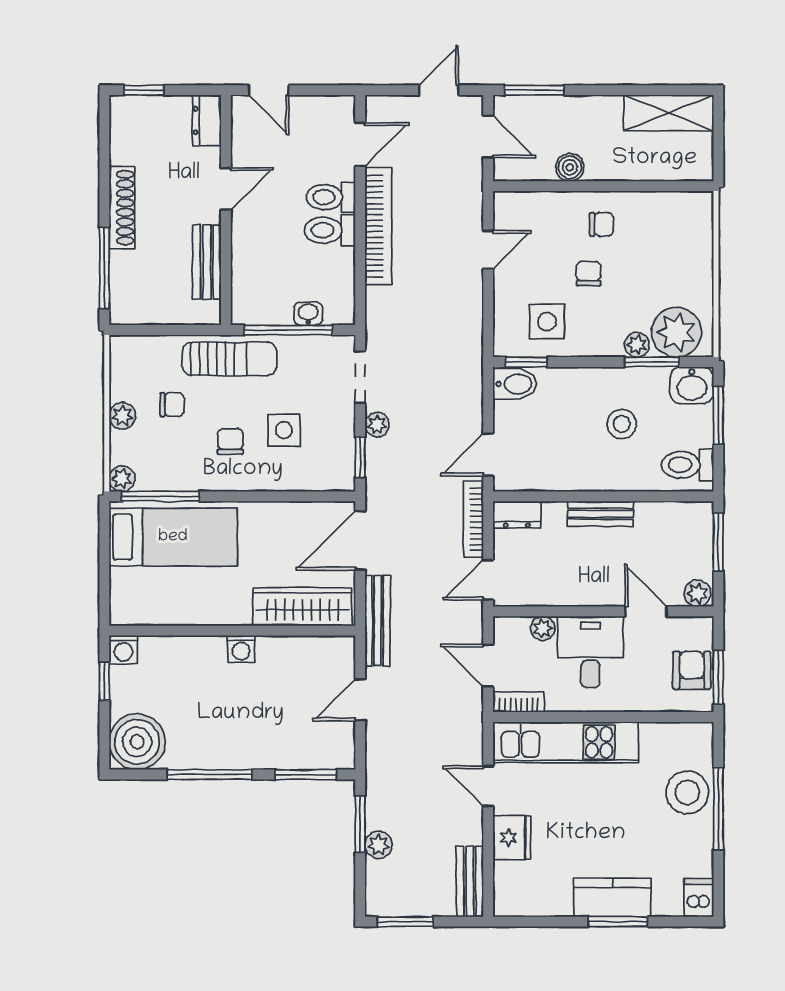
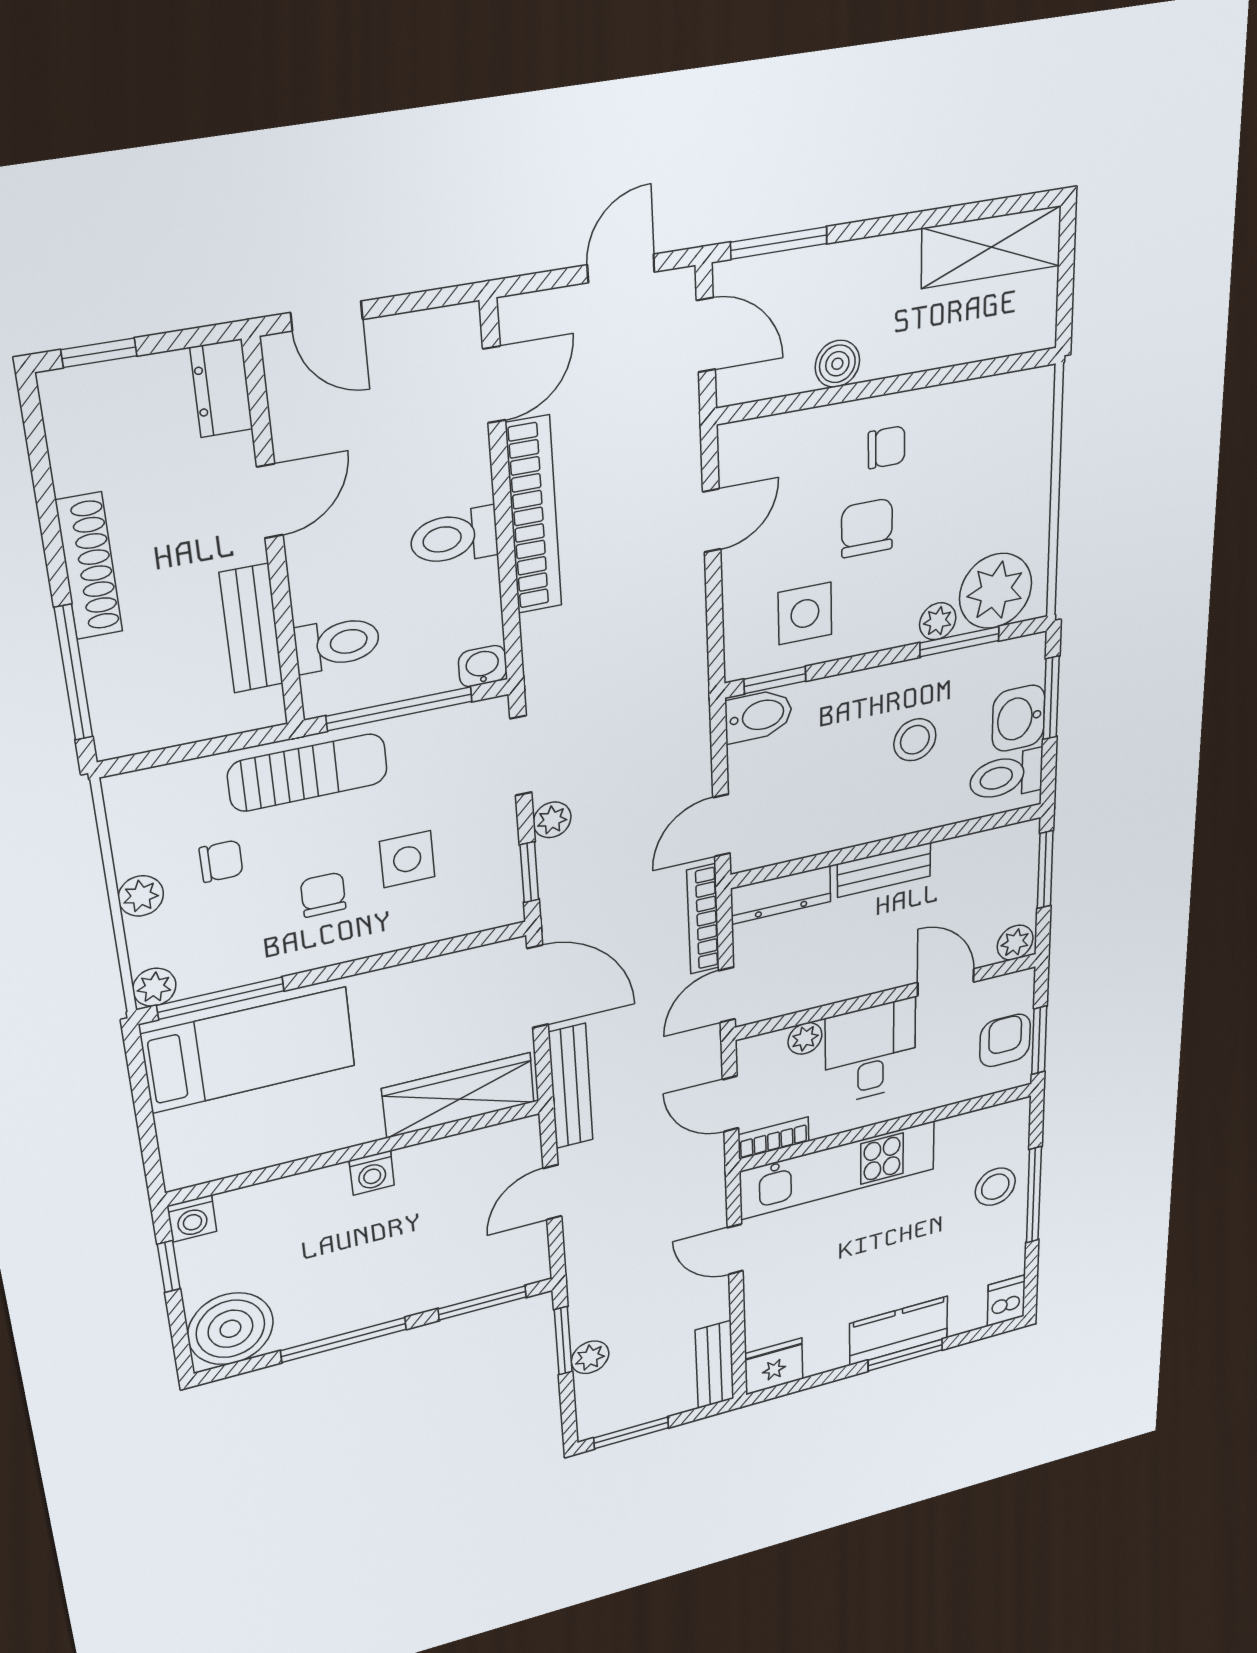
toilet: (331, 197) -> (337, 644), moved, turned 180
chair: (589, 274) -> (867, 528), width x1.37, depth x1.37
washbasin: (308, 314) -> (482, 666), moved
washbasin: (692, 385) -> (1018, 718), moved, turned 90
dresser: (517, 515) -> (781, 895), width x1.44
door: (360, 540) -> (538, 987), swing flipped
stool: (687, 792) -> (995, 1187), width x0.73, depth x0.73
fridge: (512, 838) -> (774, 1366), moved, turned -90

